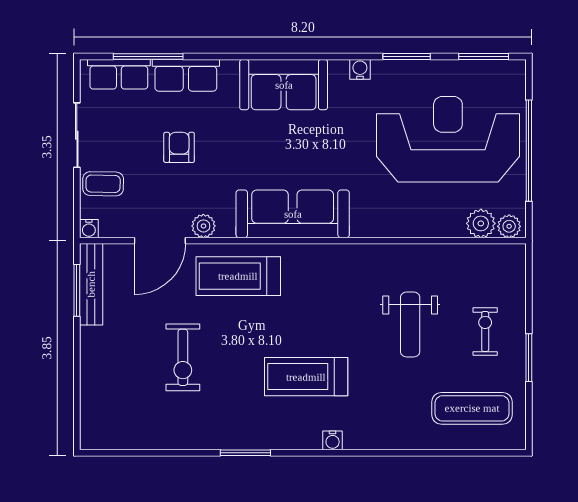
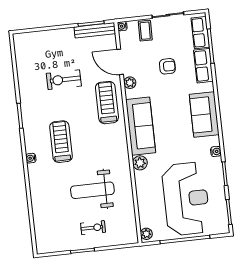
plant: (481, 223) -> (140, 163), moved
weight bench: (410, 324) -> (92, 190), width x1.36, depth x1.33
exercise mat: (472, 408) -> (54, 225), removed

